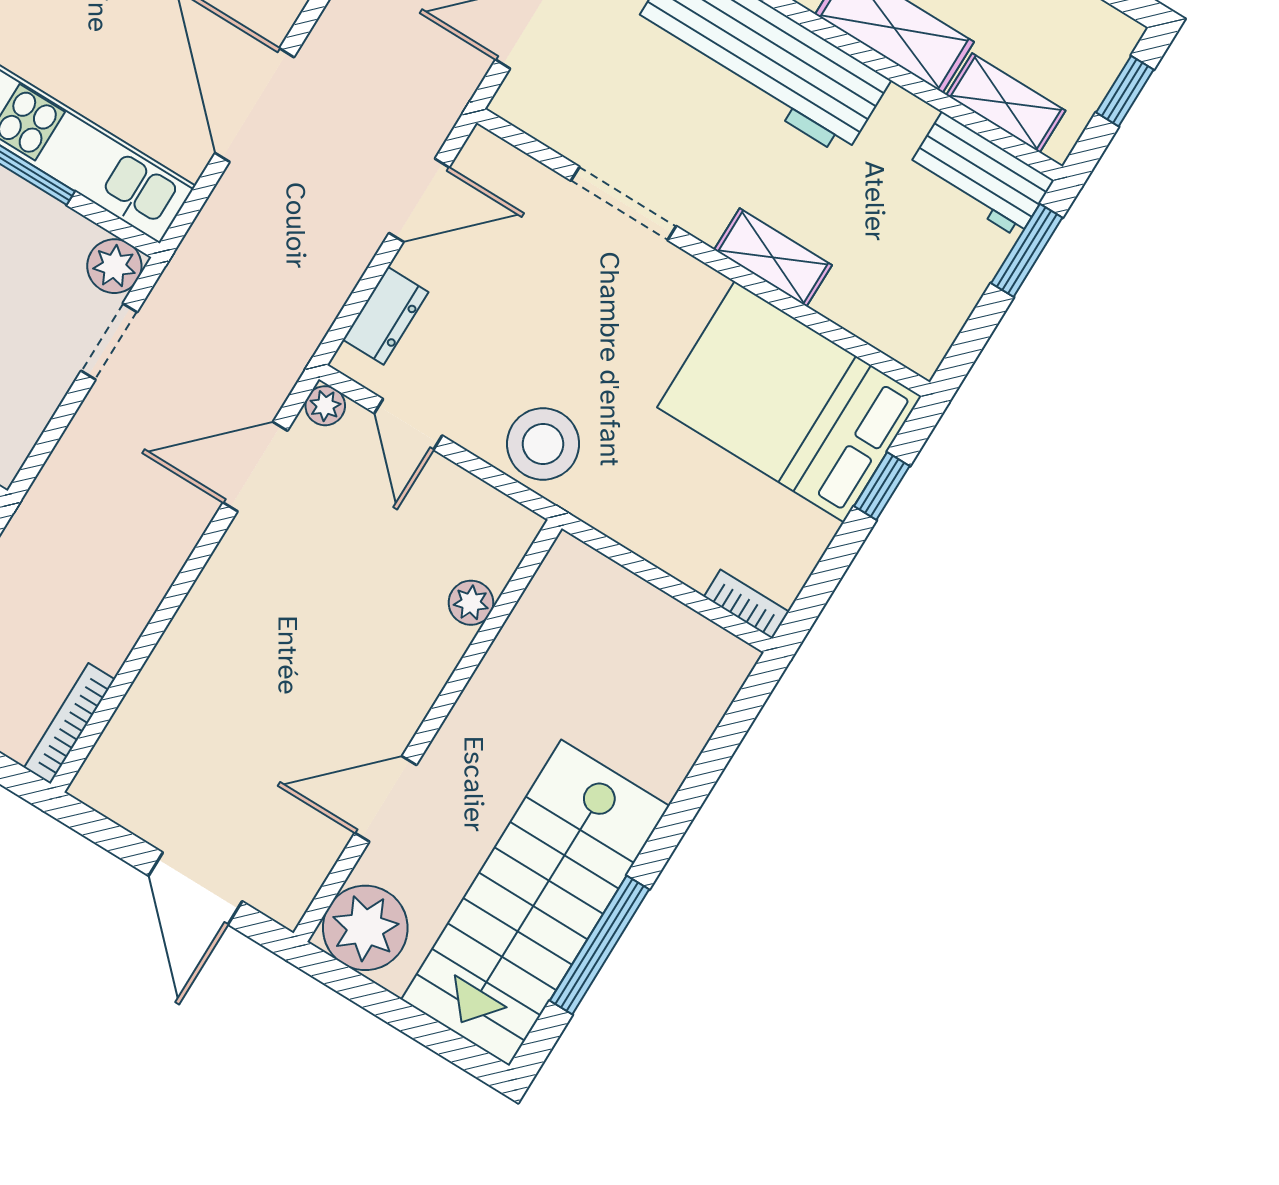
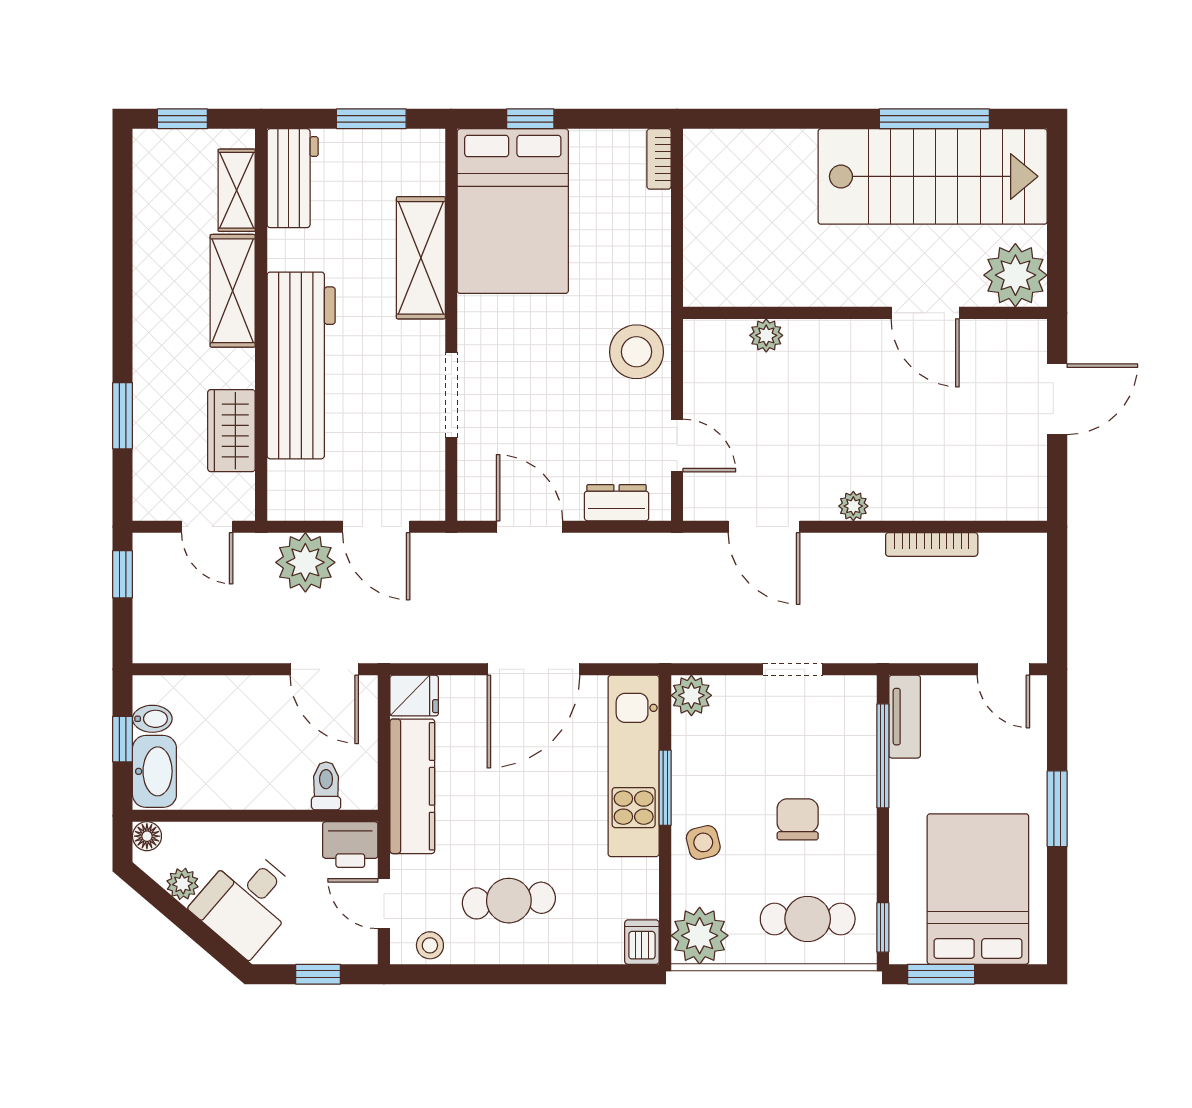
window: (1027, 250) -> (371, 119), moved
shelving: (773, 257) -> (421, 258), width x1.50, depth x1.33
doorway: (109, 341) -> (793, 669), moved
plant: (325, 406) -> (853, 506), moved
door: (408, 424) -> (677, 446), hinge flipped
bookcase: (69, 723) -> (932, 544), moved

